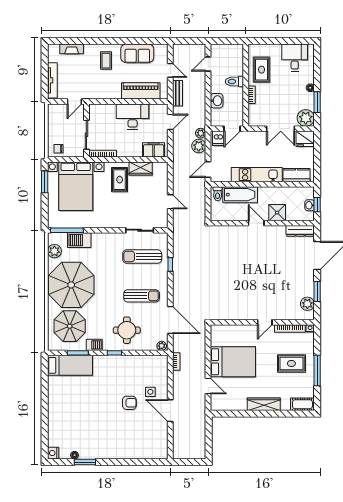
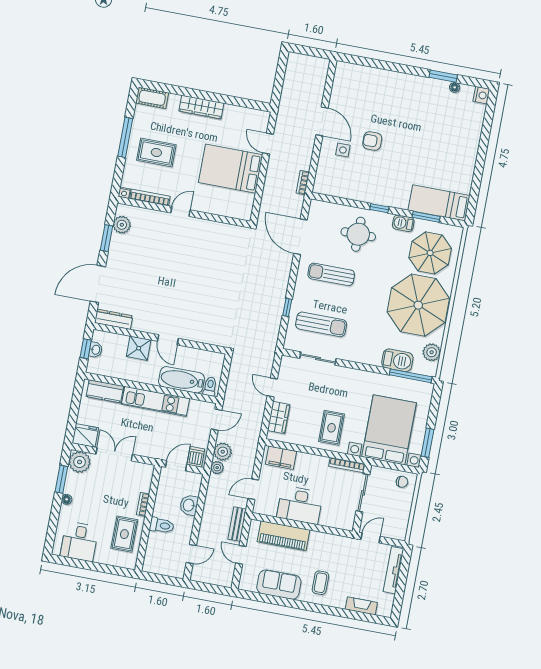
wardrobe: (141, 168) -> (279, 418), moved, turned 90
plant: (162, 346) -> (318, 206), removed

